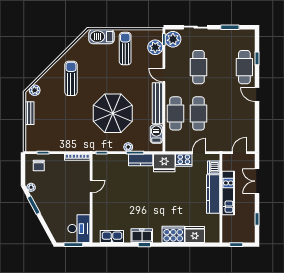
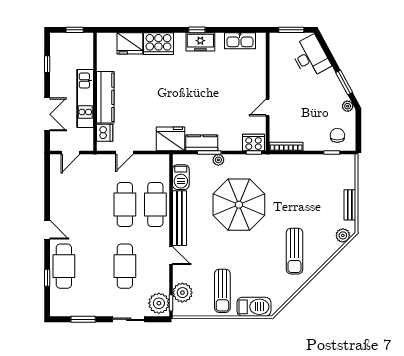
cooker: (184, 160) -> (253, 143), moved
desk: (79, 229) -> (310, 57), moved, turned 152

